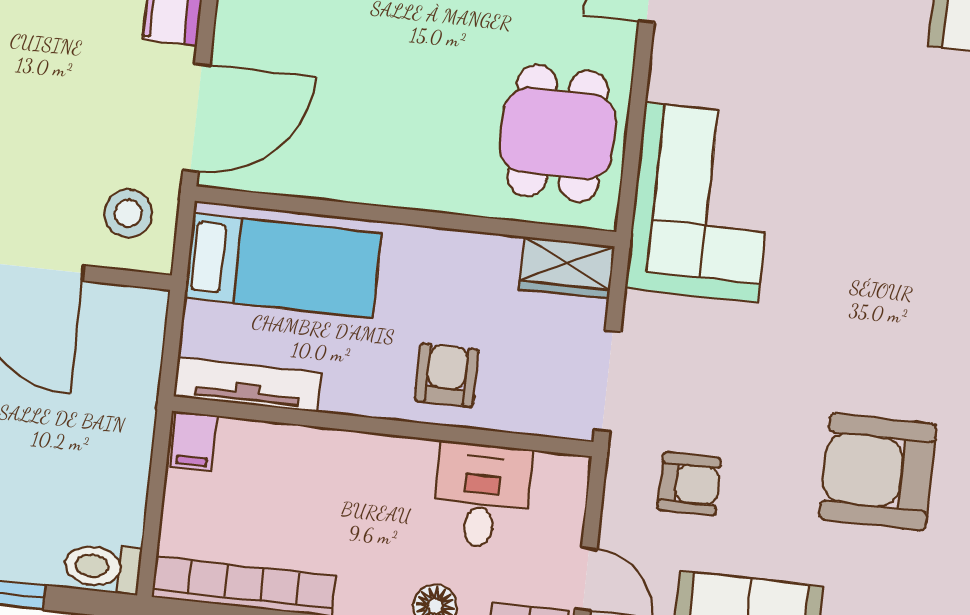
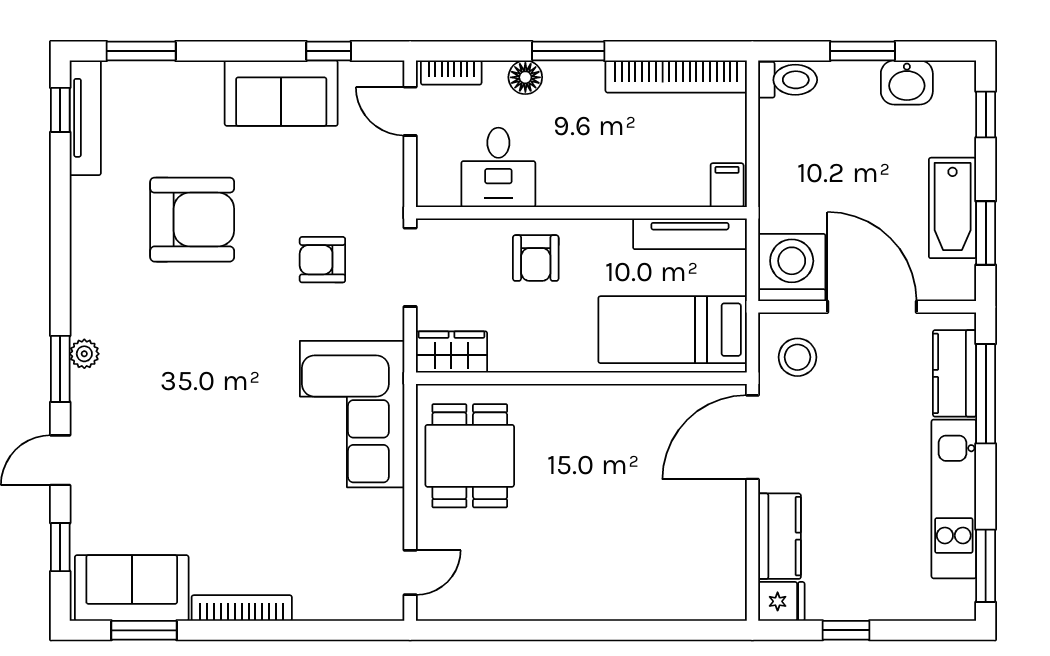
washing machine: (123, 328) -> (792, 268), added
armchair: (689, 484) -> (322, 260), moved

